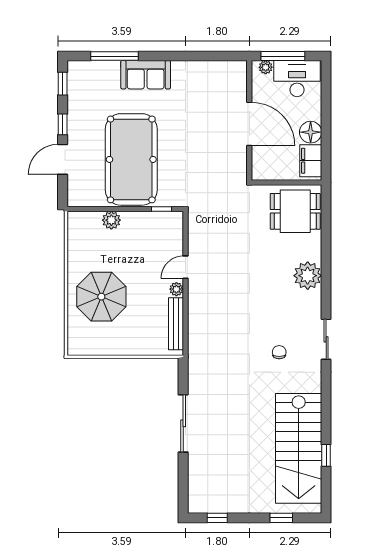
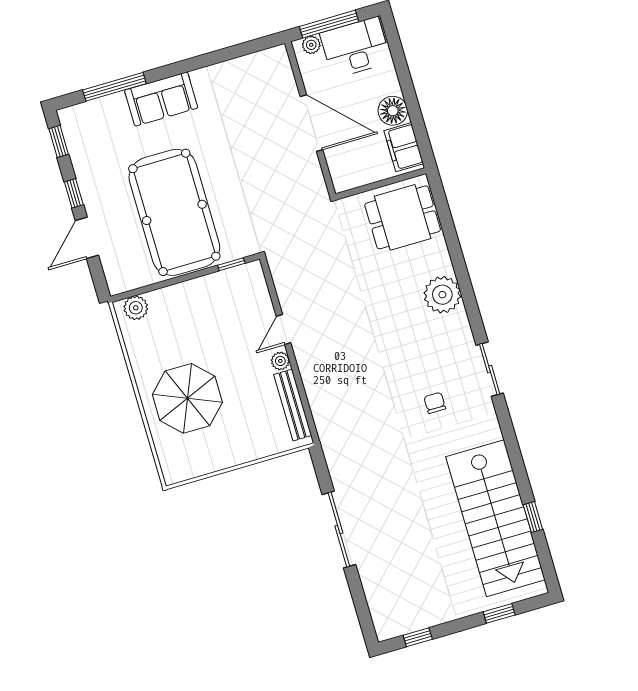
plant: (111, 220) -> (136, 308), moved

